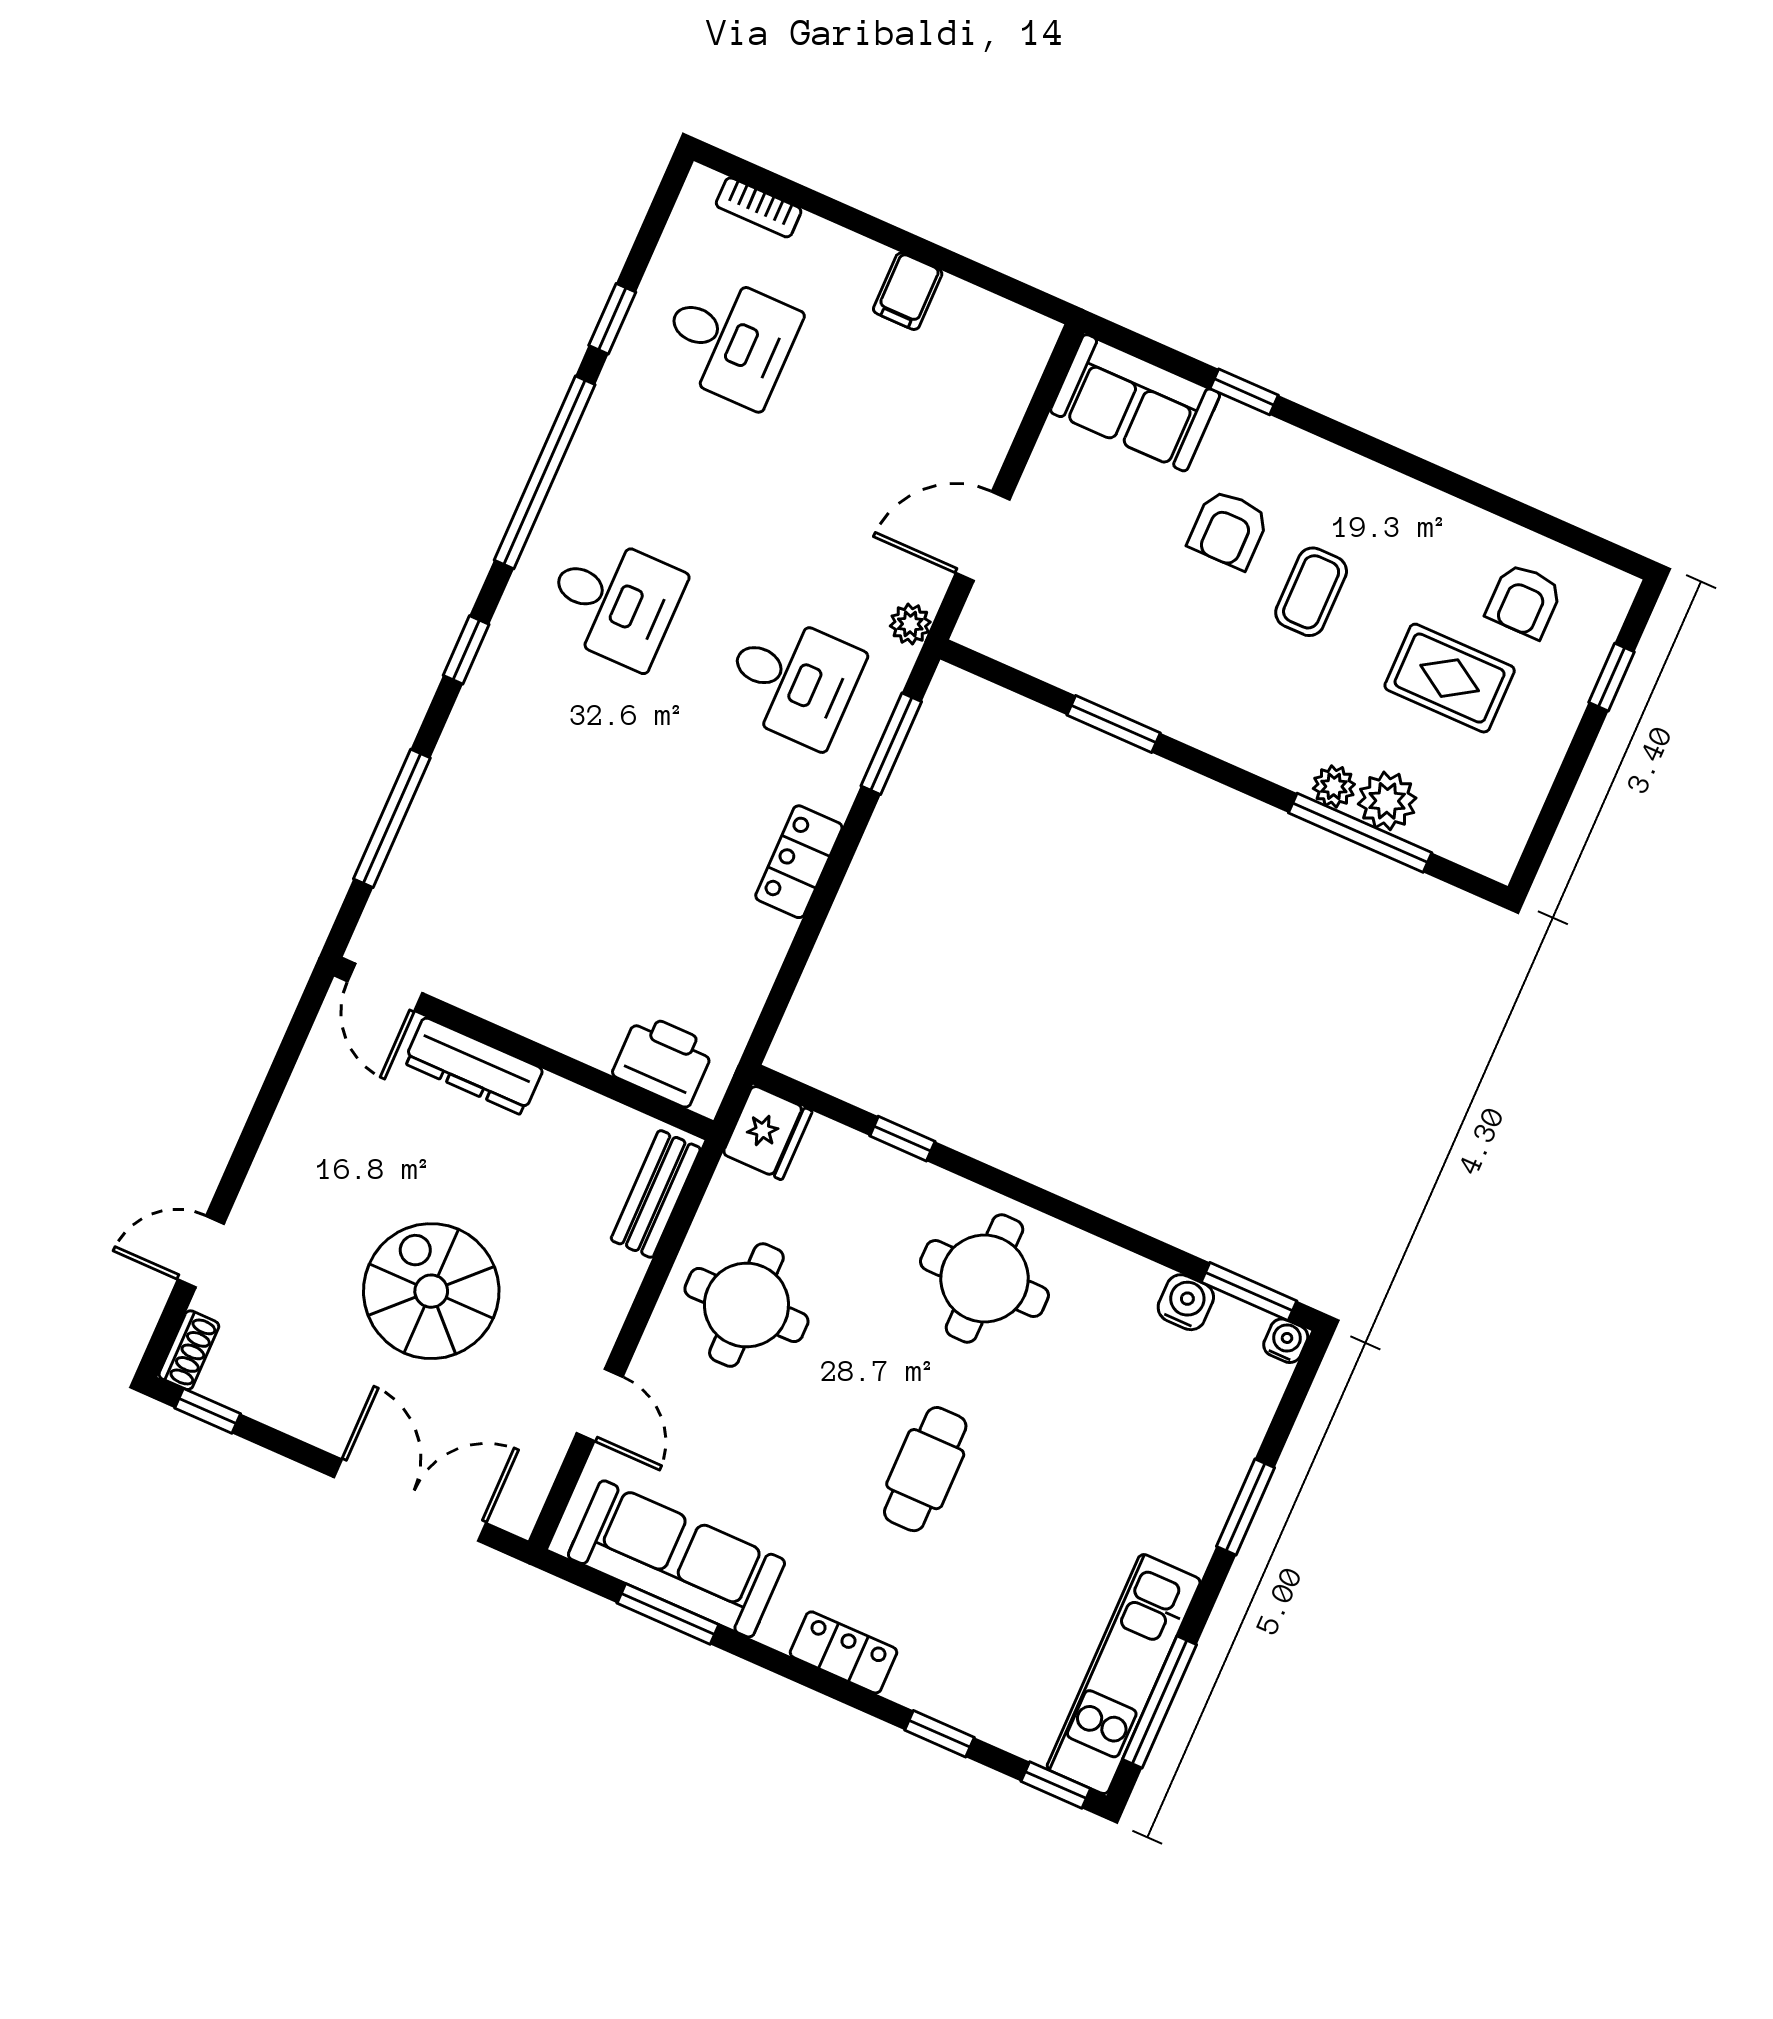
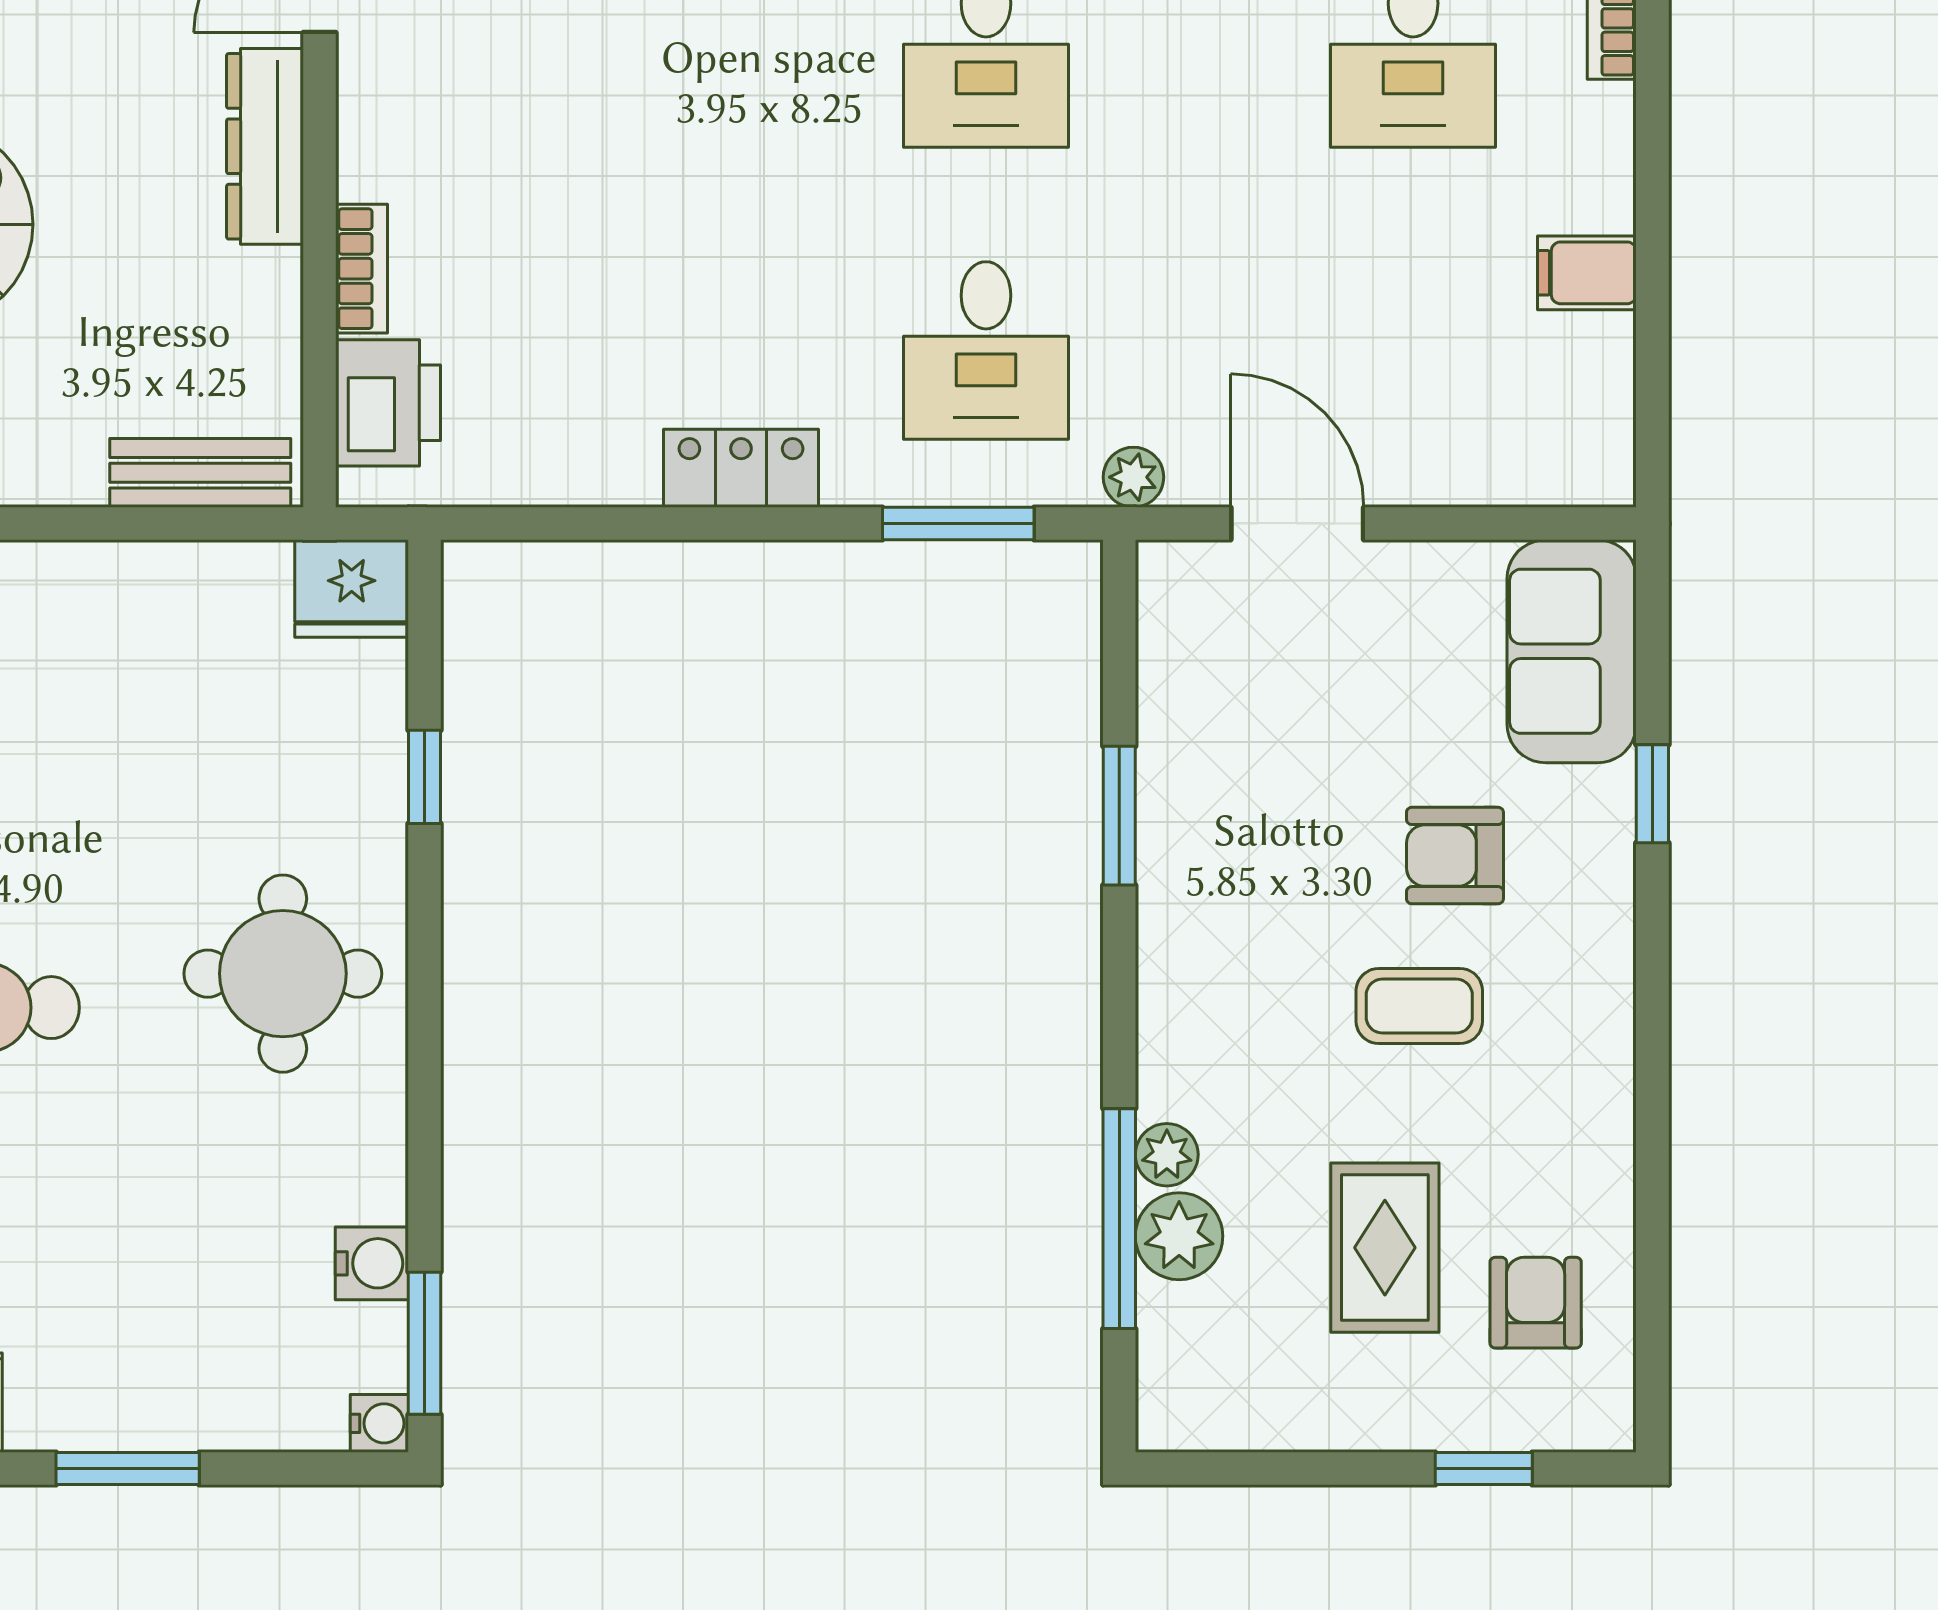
armchair: (1524, 601) -> (1536, 1303), turned 90
bookcase: (574, 1040) -> (362, 269), added
round table: (746, 1305) -> (103, 664), removed

